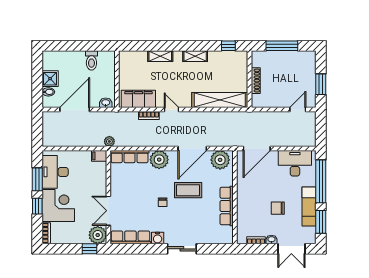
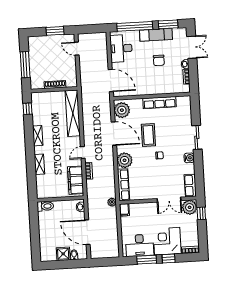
toilet: (91, 60) -> (45, 206), moved
row of seats: (130, 237) -> (190, 186), width x0.68

